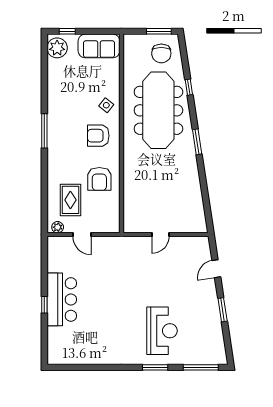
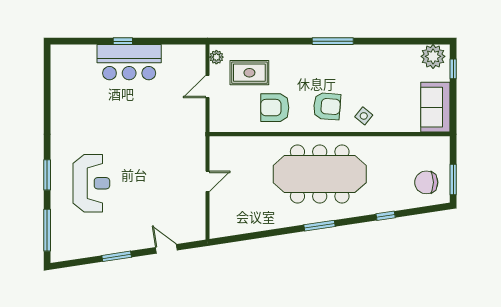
meeting table: (158, 110) -> (320, 174), moved
armchair: (98, 136) -> (327, 106), turned 94
door: (160, 235) -> (208, 181), swing flipped
reception desk: (162, 331) -> (91, 183), turned -90

